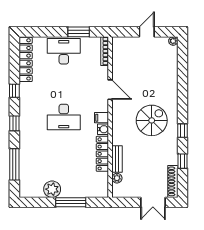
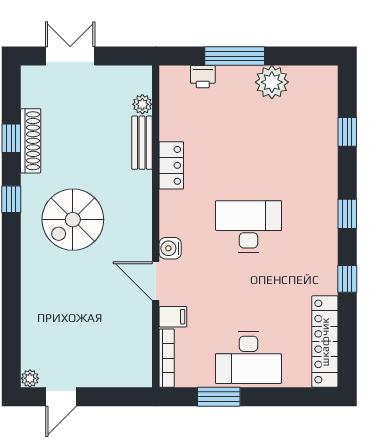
door: (147, 32) -> (61, 397), moved
filing cabinet: (102, 118) -> (173, 317), moved
water cooler: (103, 129) -> (170, 248), moved
locker: (102, 154) -> (171, 165), width x0.66
window: (14, 164) -> (347, 132), width x0.46
shoe rack: (173, 181) -> (31, 141), moved
printer: (87, 192) -> (203, 77), added

